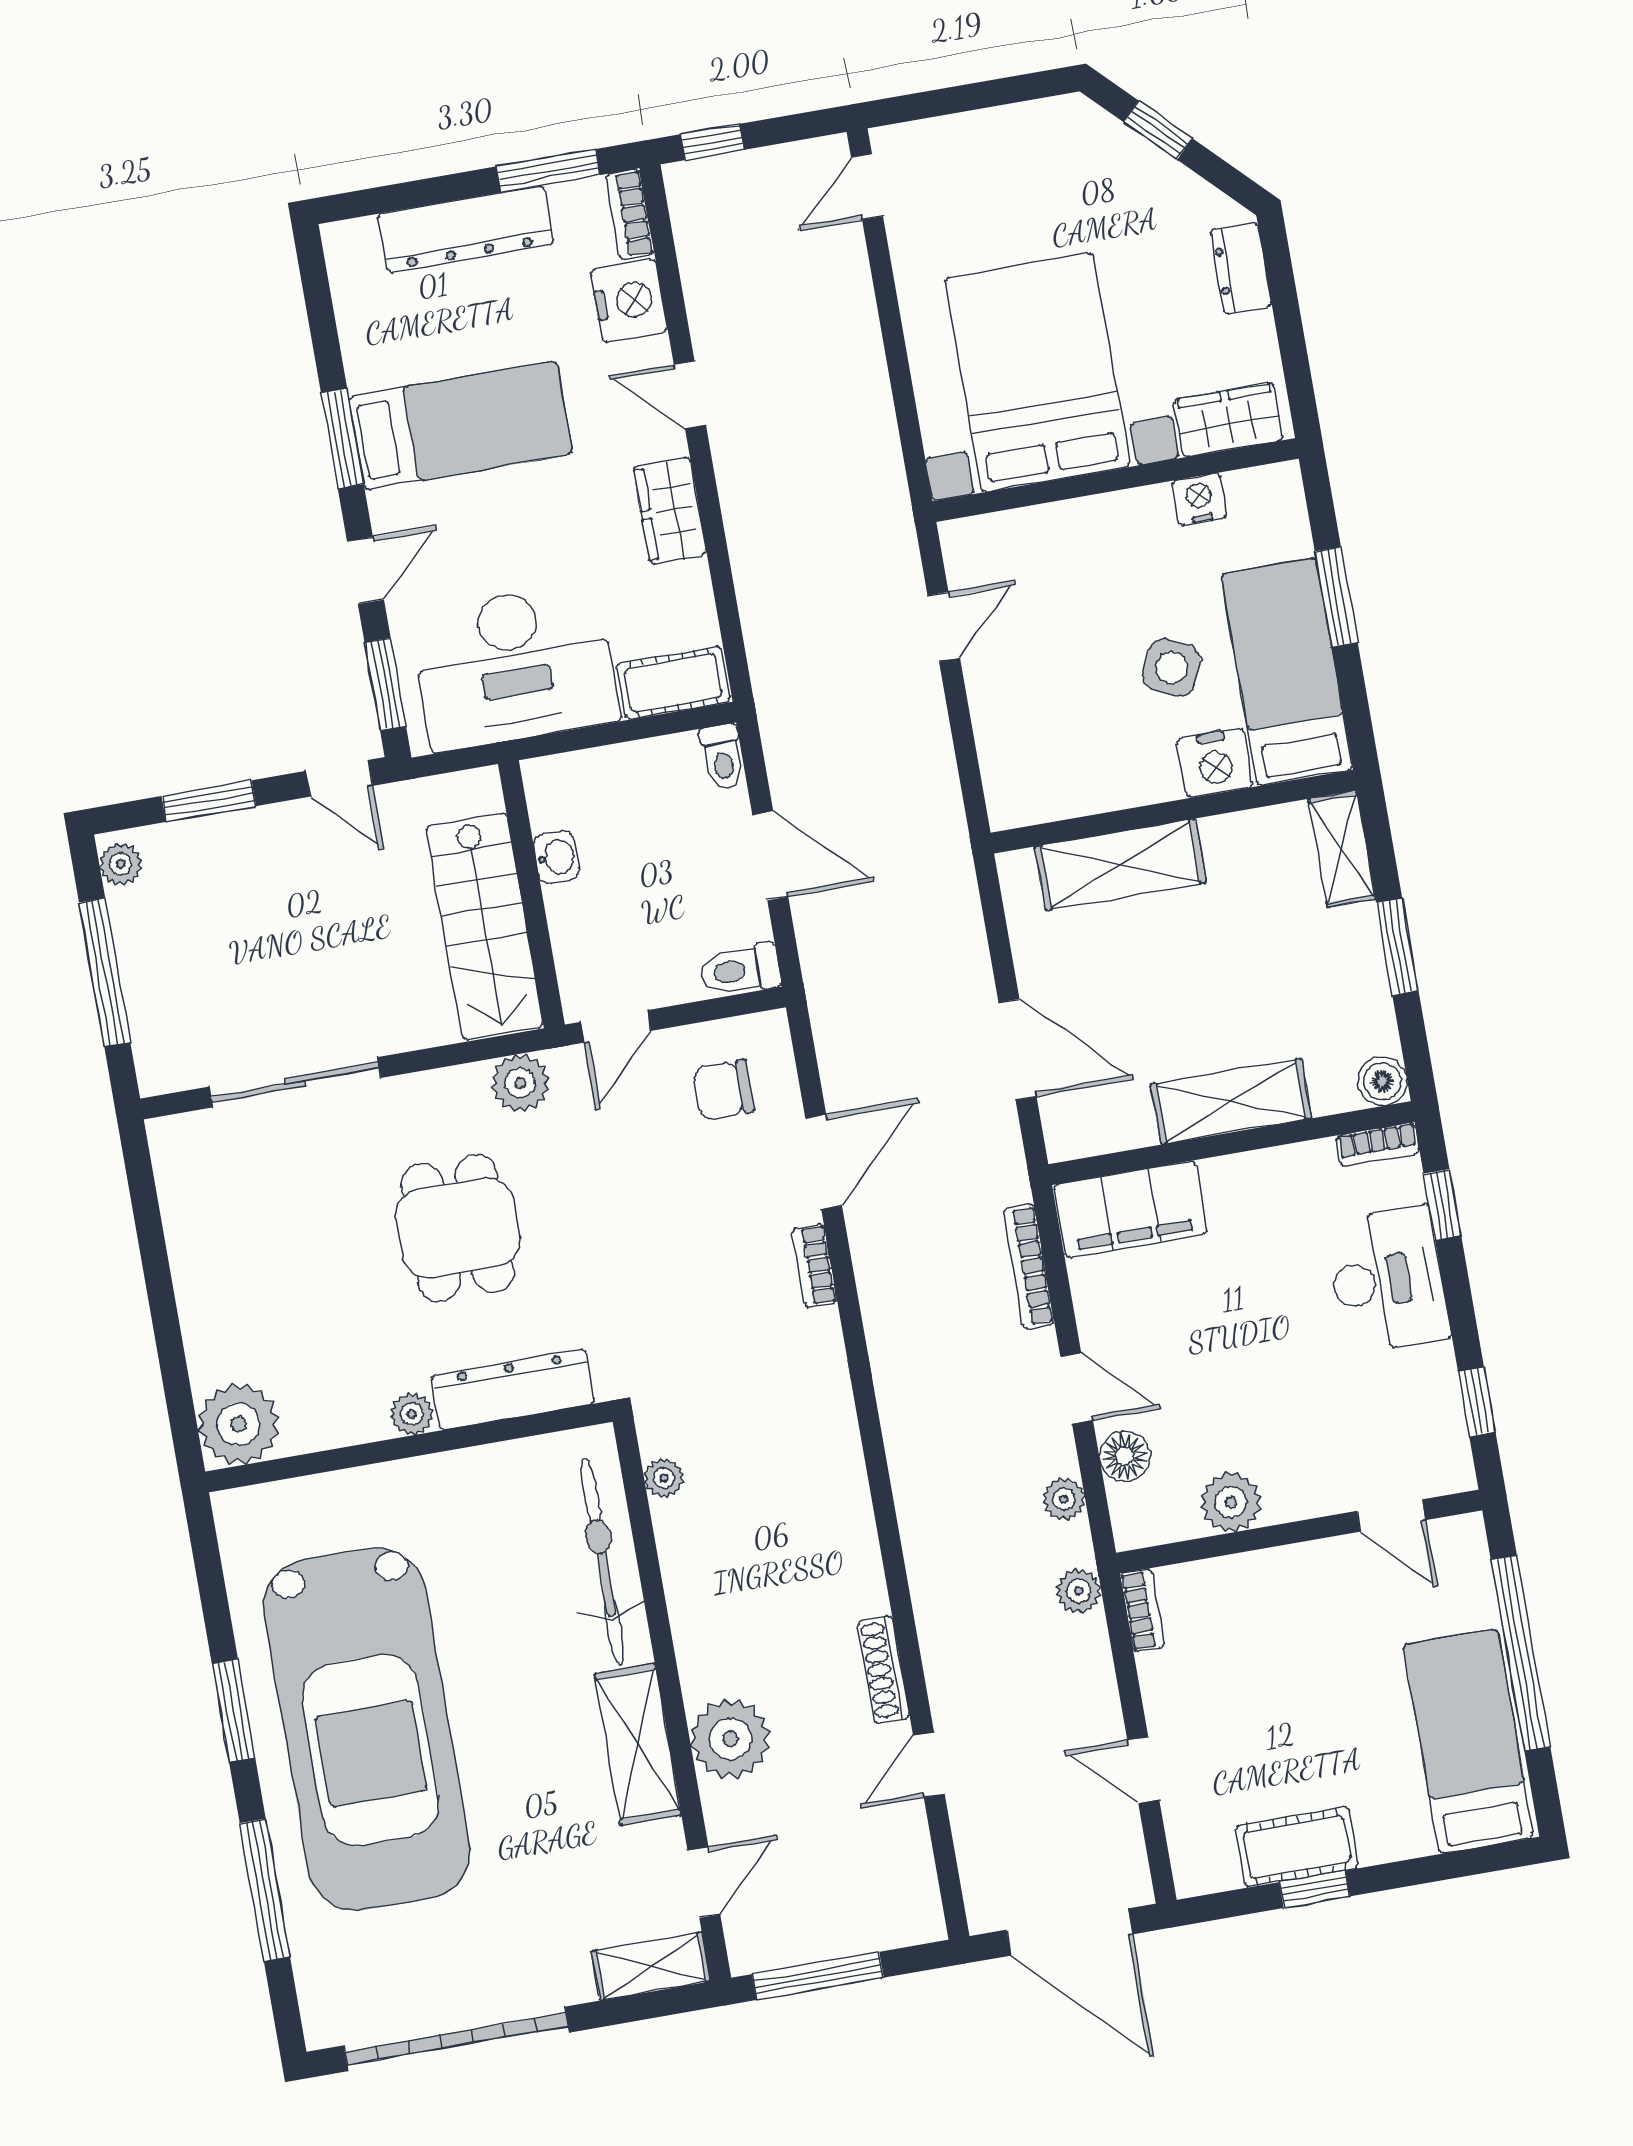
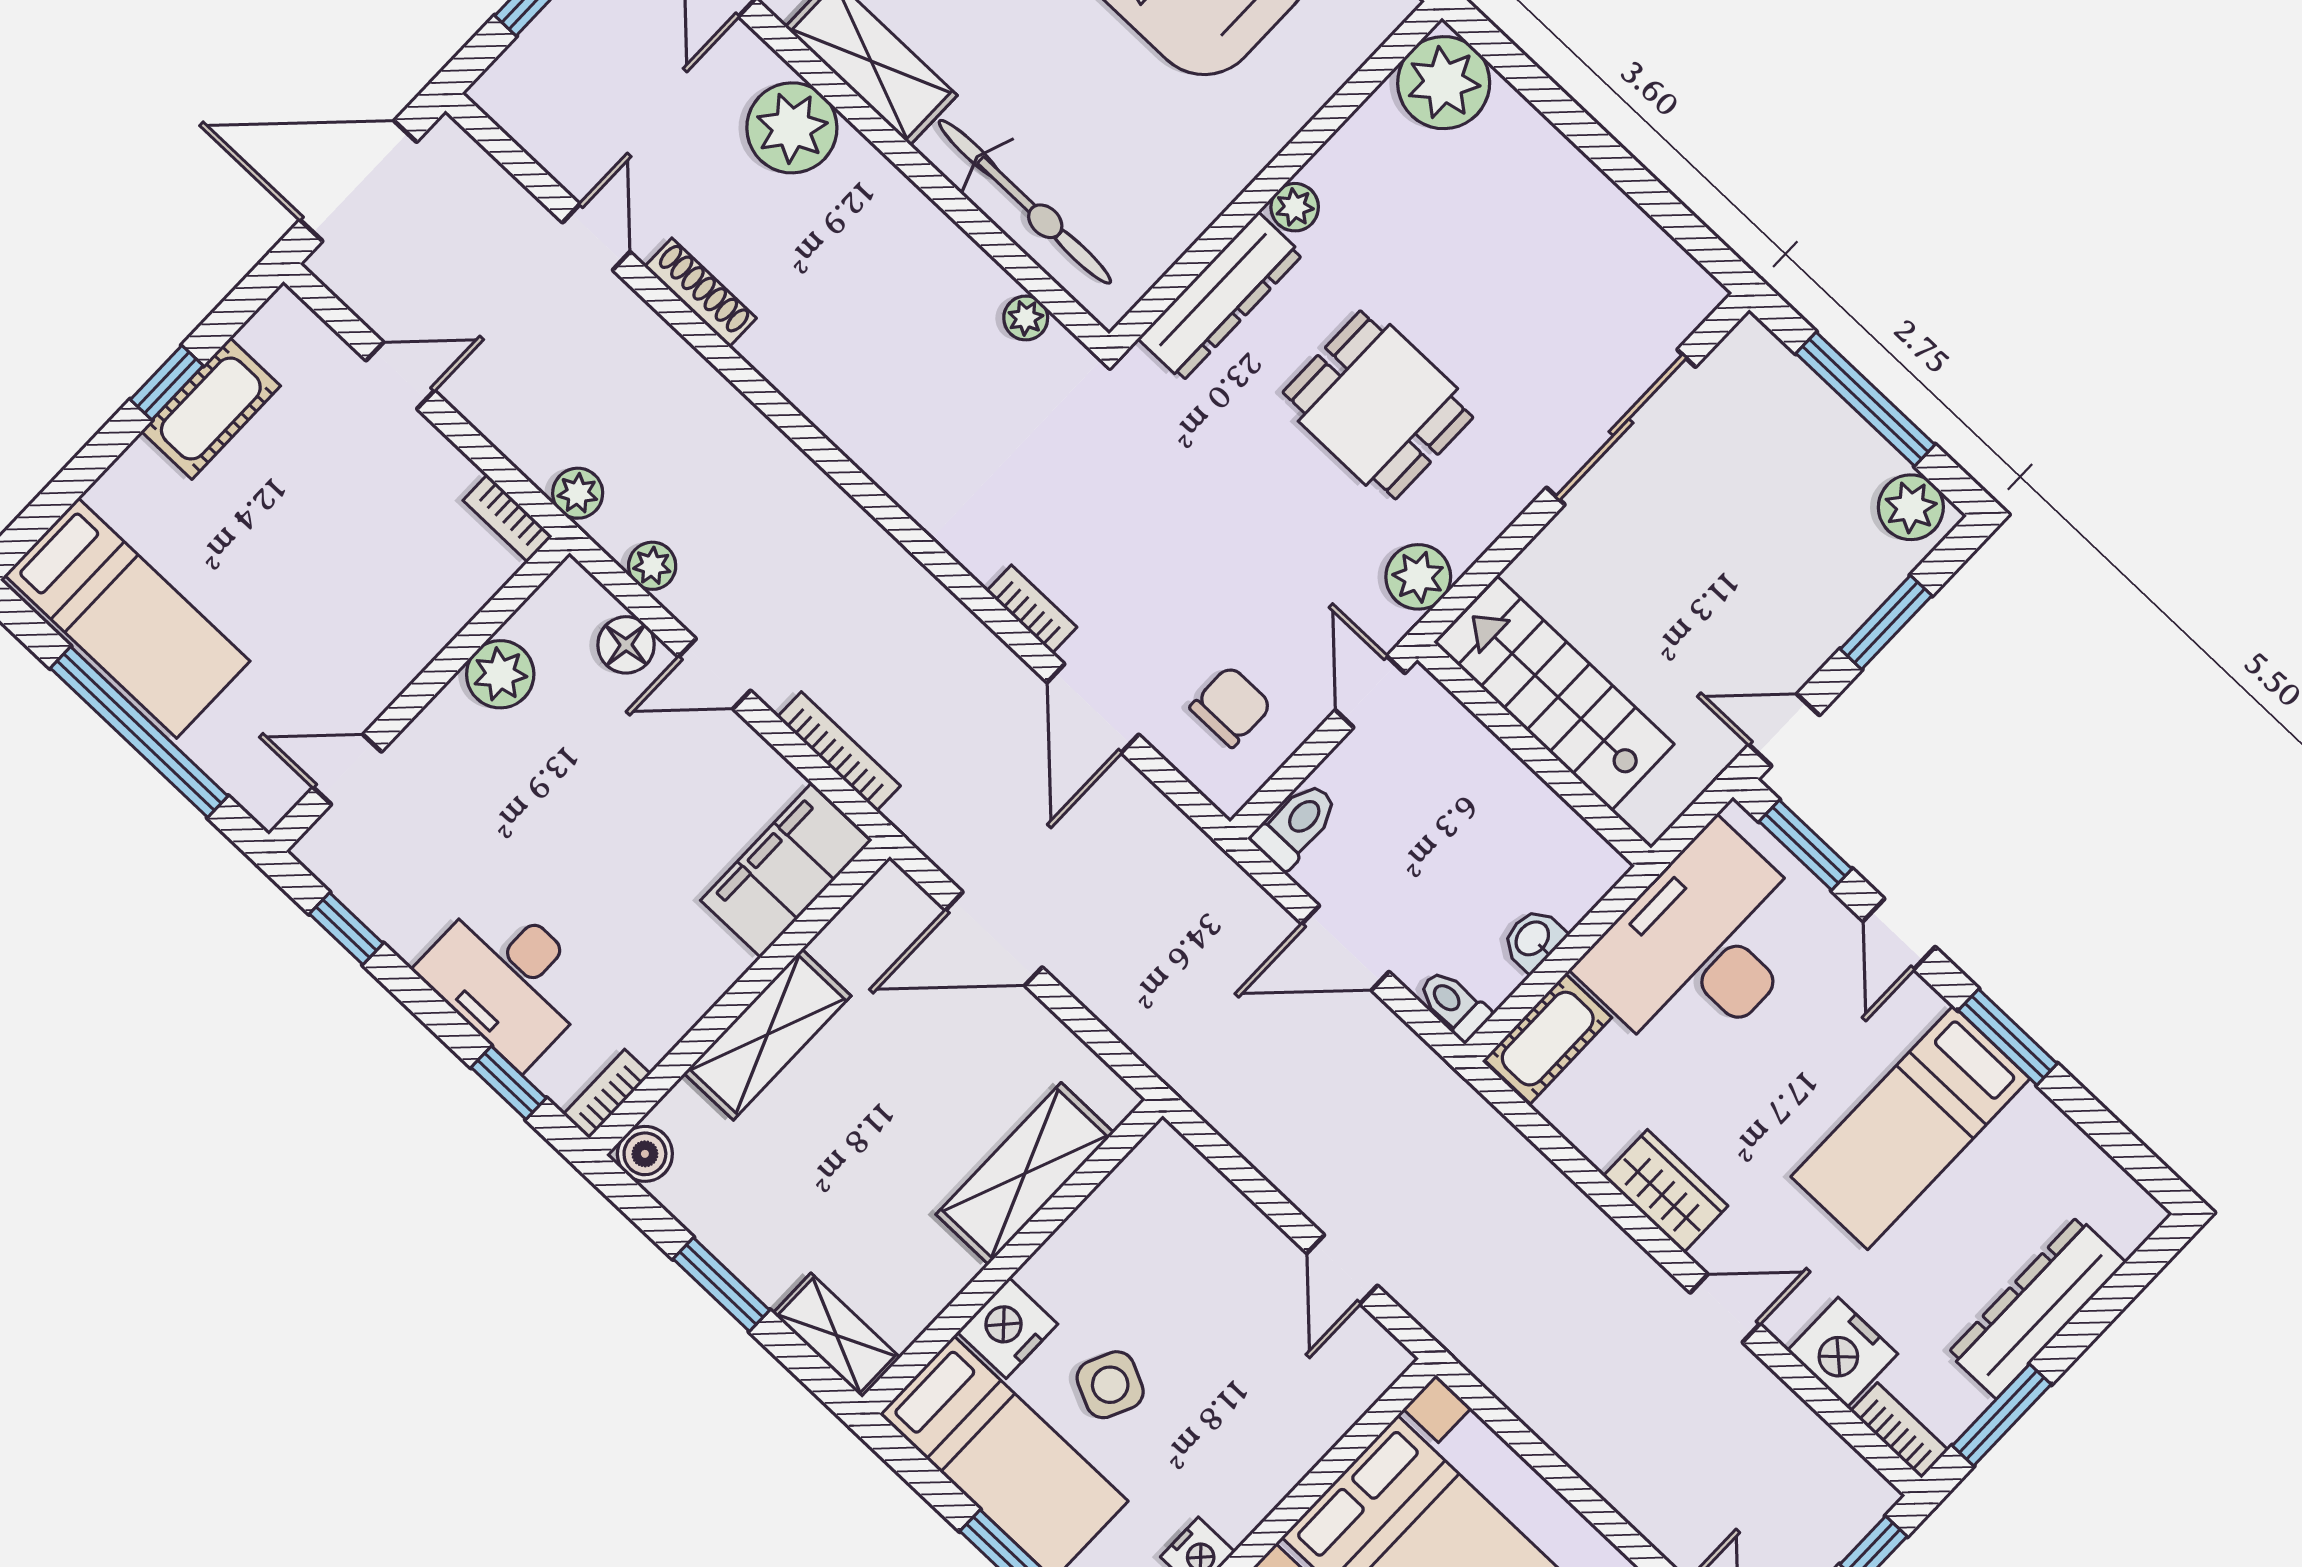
washbasin: (556, 857) -> (1533, 939), moved, turned 90
plant: (121, 864) -> (1911, 507), width x1.38, depth x1.38

